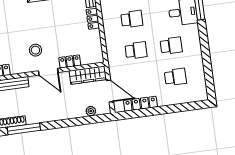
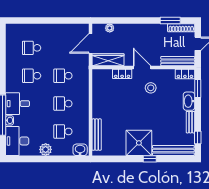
locker: (93, 19) -> (97, 108), removed
door: (110, 91) -> (91, 43), hinge flipped
locker: (140, 104) -> (65, 29), removed
window: (24, 129) -> (170, 20), width x0.69

